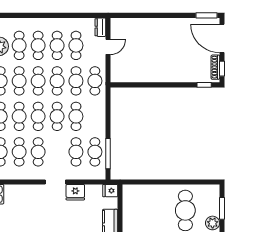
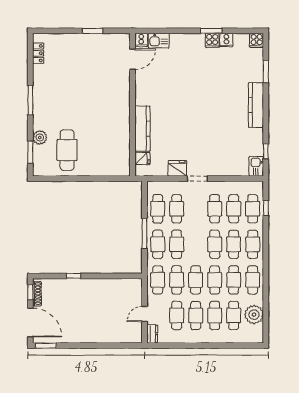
window: (204, 85) -> (74, 276), moved
cafe table: (57, 116) -> (158, 244), moved
window: (108, 154) -> (144, 233), moved
fridge: (110, 191) -> (142, 159), moved

